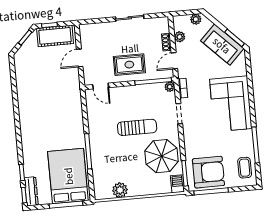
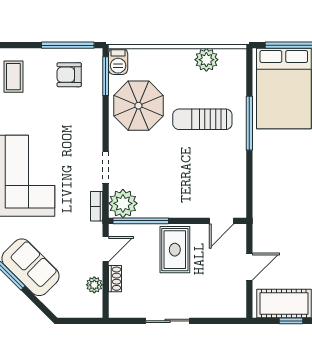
plant: (196, 19) -> (67, 309), removed
rug: (129, 65) -> (175, 250), turned 90
door: (101, 86) -> (221, 221), swing flipped
plant: (170, 87) -> (123, 203), width x1.88, depth x1.88
sun lounger: (137, 127) -> (202, 119), moved
armchair: (208, 172) -> (69, 75), width x0.53, depth x0.53

